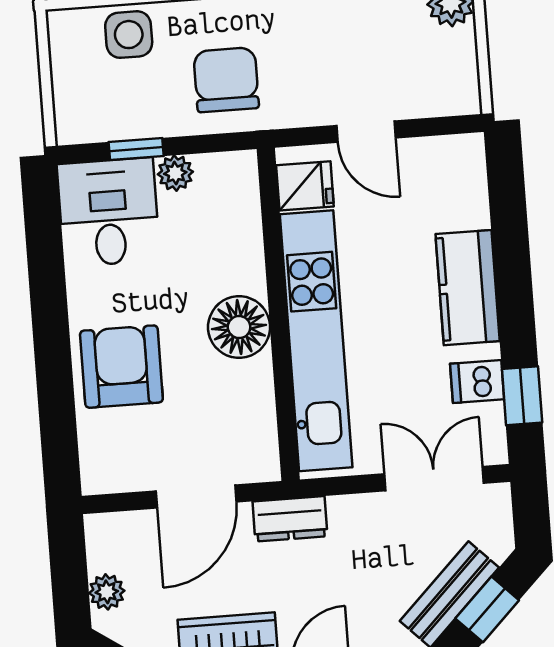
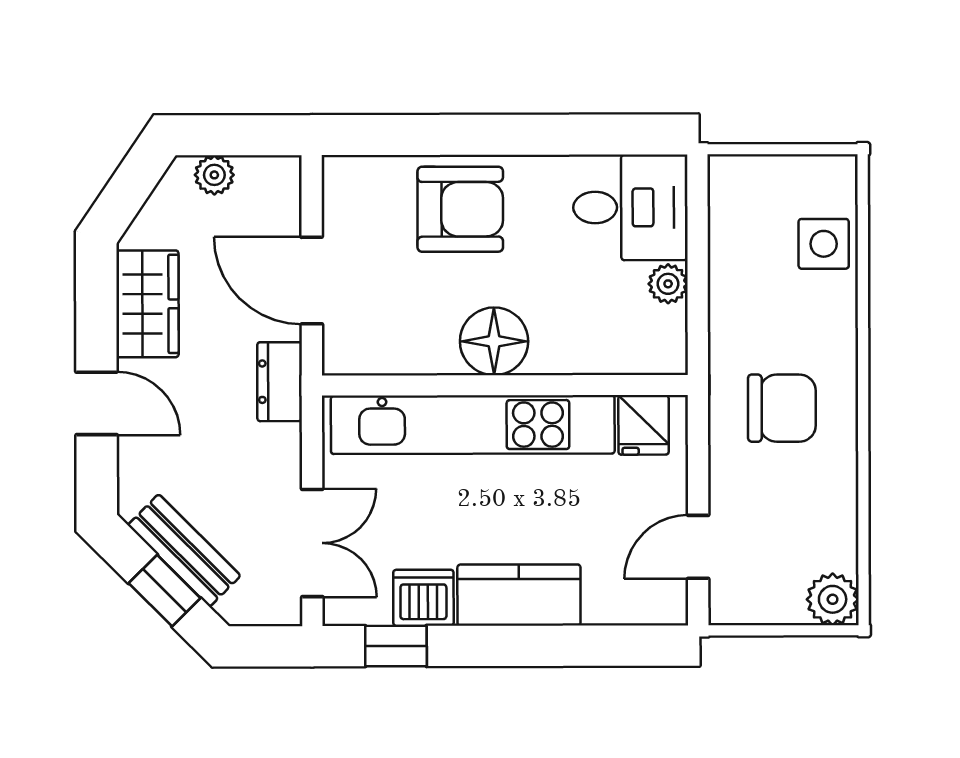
chair: (226, 80) -> (782, 408), moved
door: (366, 132) -> (698, 547), moved
window: (136, 149) -> (698, 243), removed
dishwasher: (477, 382) -> (423, 598), width x1.38

